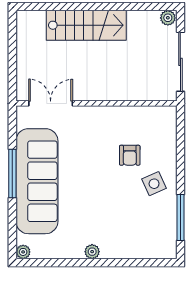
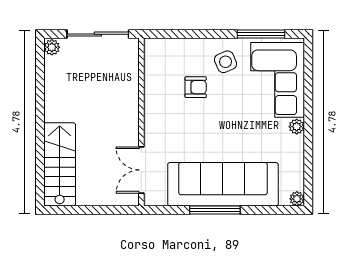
stairs: (86, 25) -> (60, 164), moved
corner sofa: (137, 233) -> (278, 80), added

